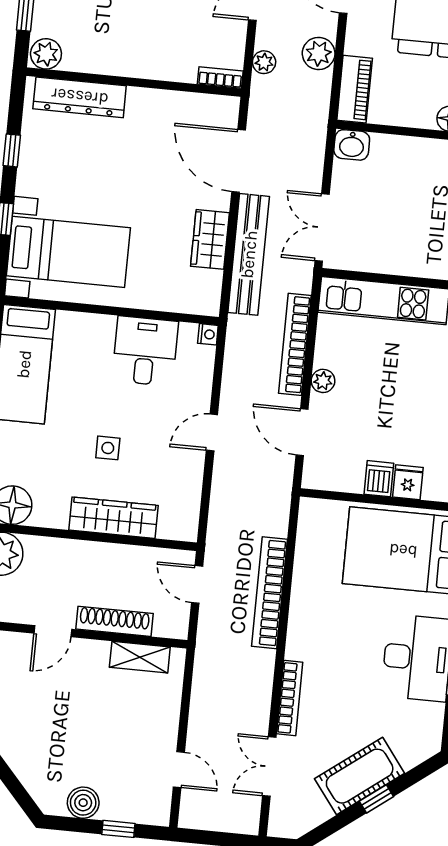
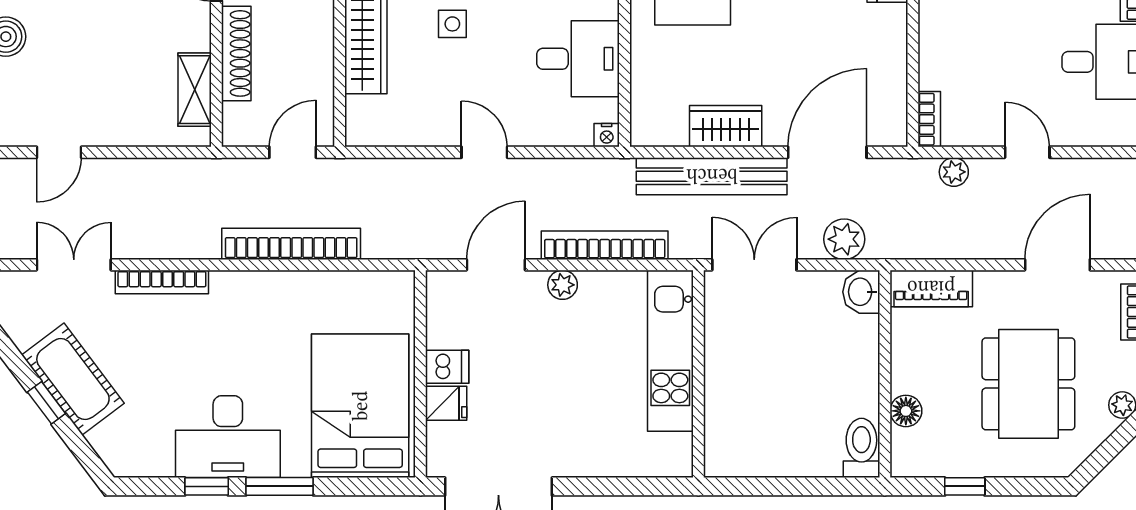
plant: (319, 53) -> (844, 239), moved

